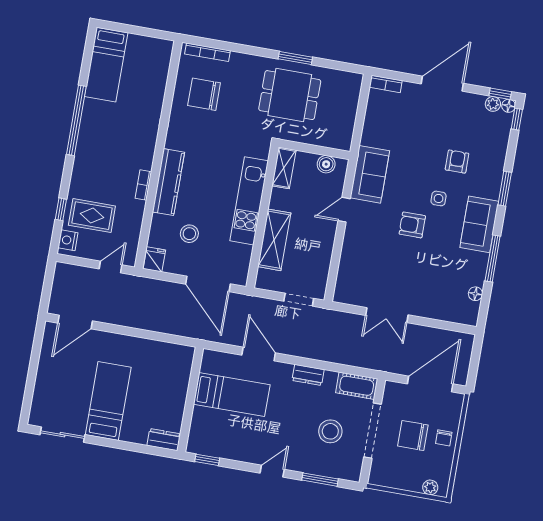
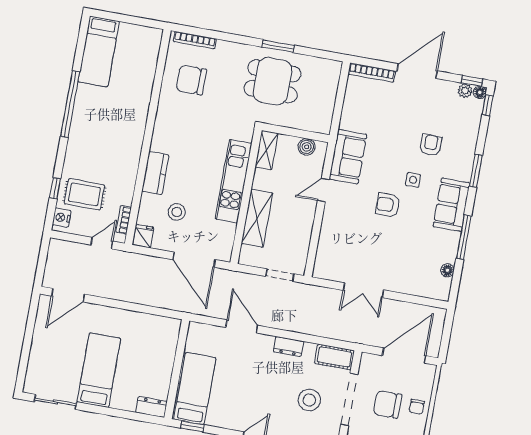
bookcase: (386, 84) -> (372, 73), width x1.56
kitchen counter: (168, 182) -> (155, 173), width x0.67
bookcase: (143, 185) -> (124, 220), moved
bed: (232, 395) -> (195, 389), moved, turned -90

